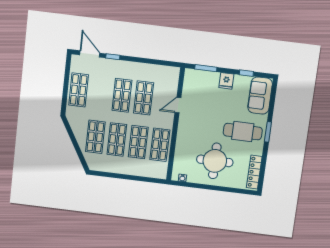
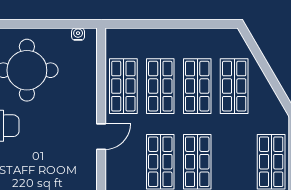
door: (178, 105) -> (101, 137), moved

